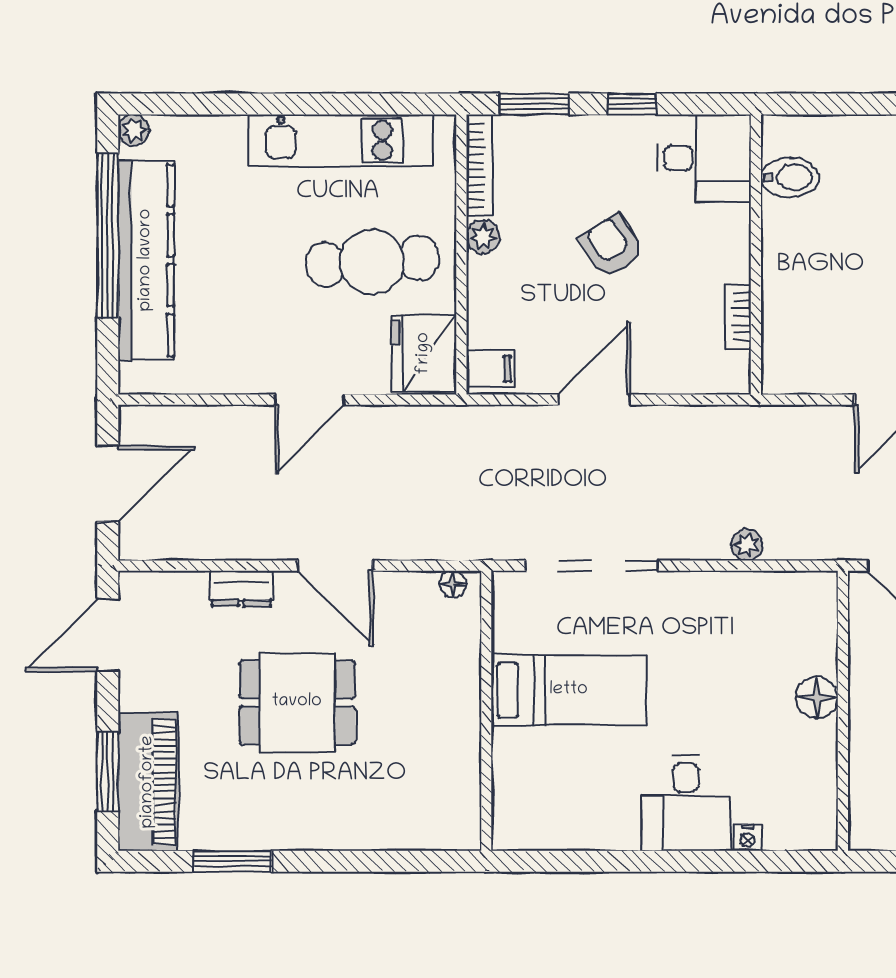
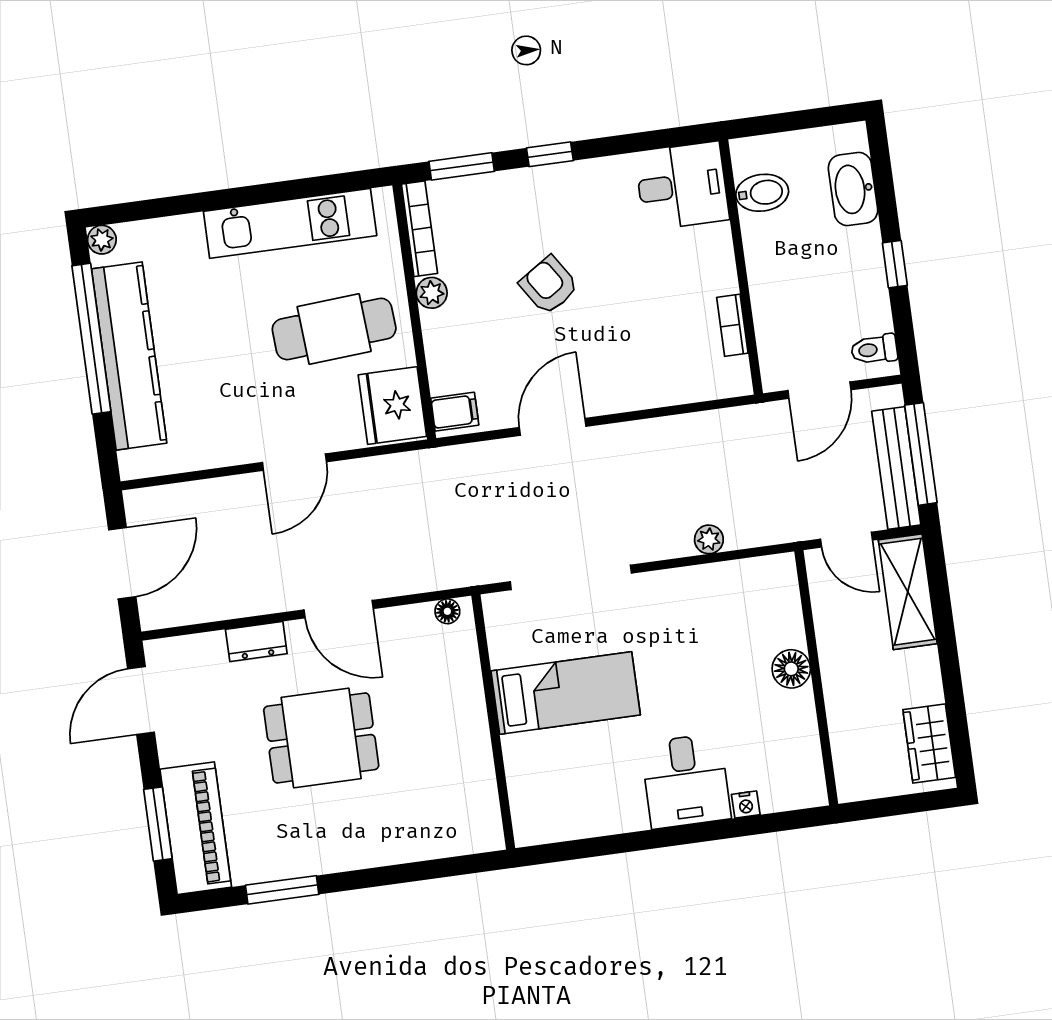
desk: (704, 158) -> (682, 186), moved
bidet: (790, 177) -> (762, 193), moved
wall: (756, 255) -> (741, 267), moved
bookcase: (738, 316) -> (732, 325), moved

